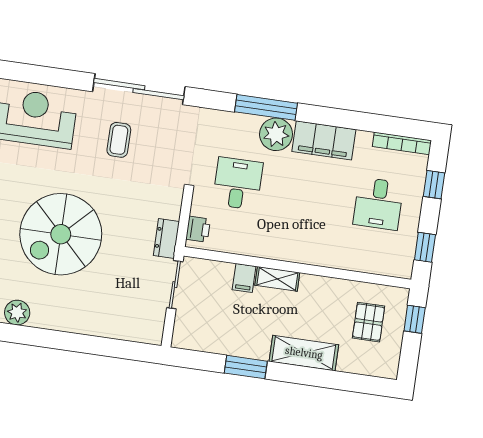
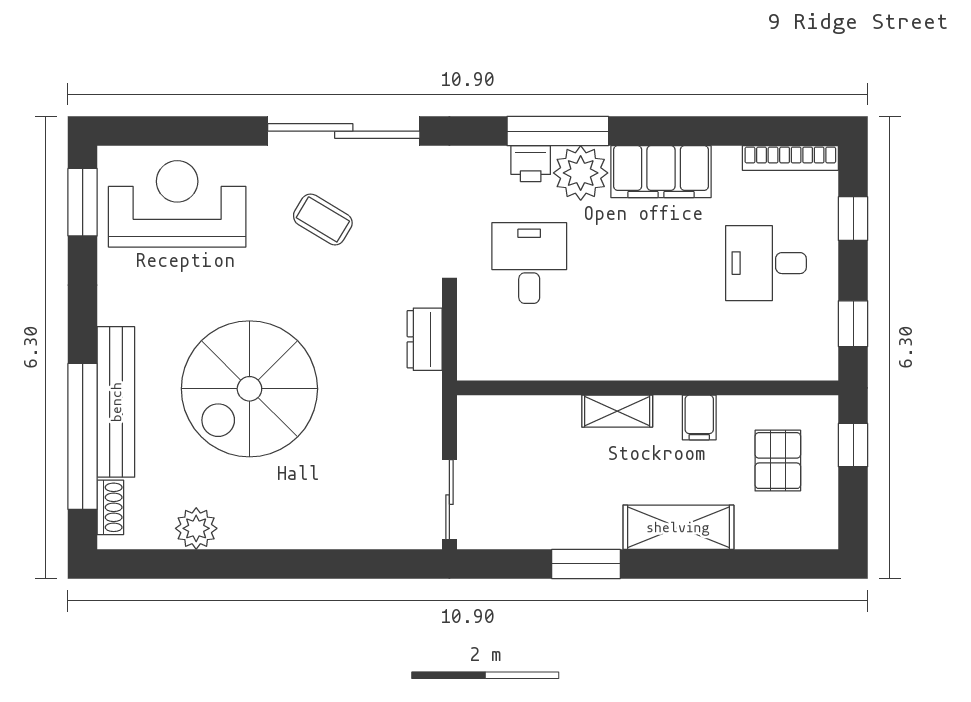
coffee table: (119, 140) -> (323, 219), turned -59
desk: (378, 204) -> (766, 263), turned 90
printer: (198, 229) -> (531, 164), moved, turned 90
dresser: (166, 239) -> (425, 339), moved
filing cabinet: (244, 278) -> (699, 418), moved
sliding door: (175, 285) -> (449, 500), moved

